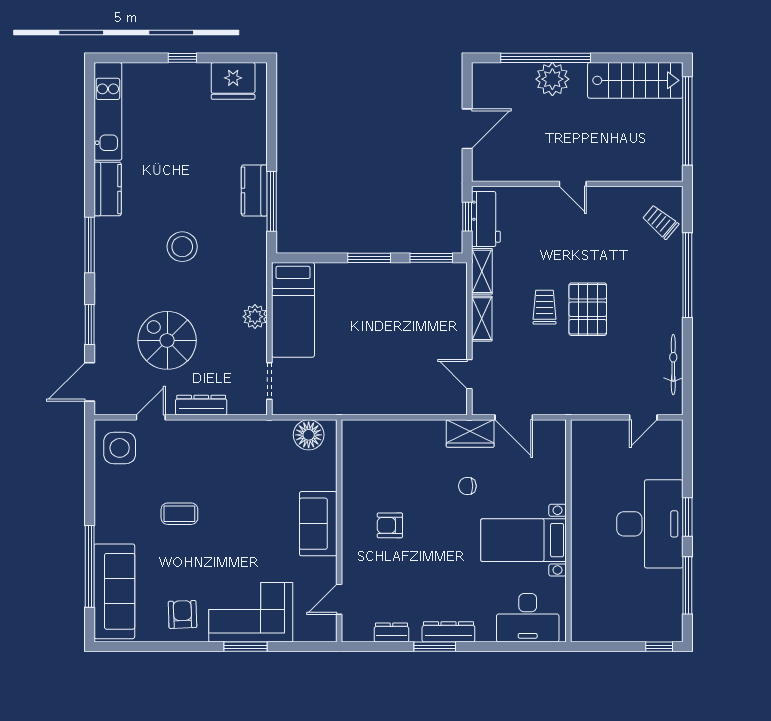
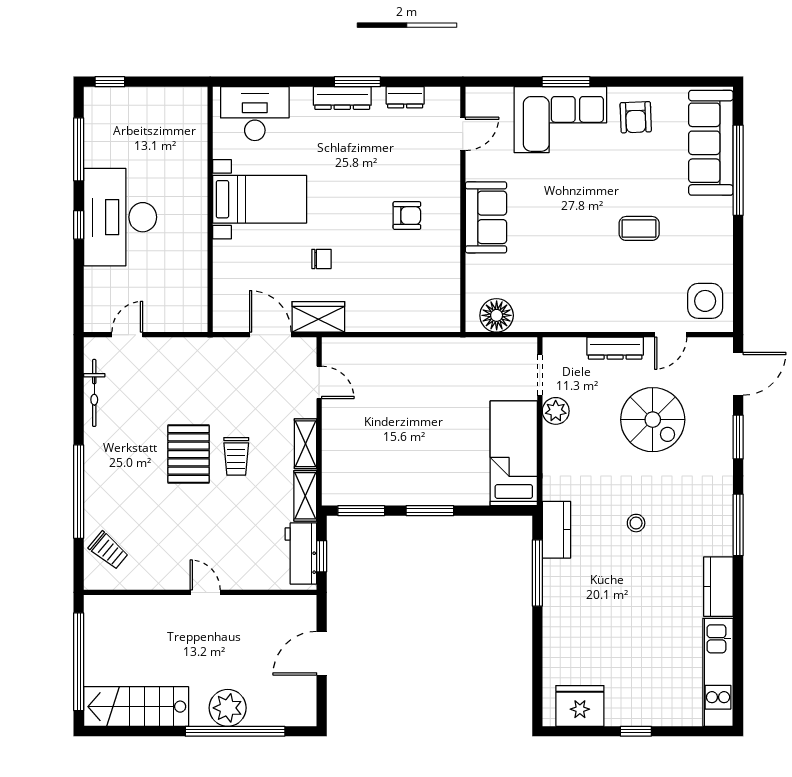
kitchen counter: (254, 190) -> (556, 530), moved
stool: (182, 247) -> (636, 523), width x0.53, depth x0.53
plant: (255, 317) -> (556, 411), moved
window: (687, 517) -> (79, 225), width x0.67

